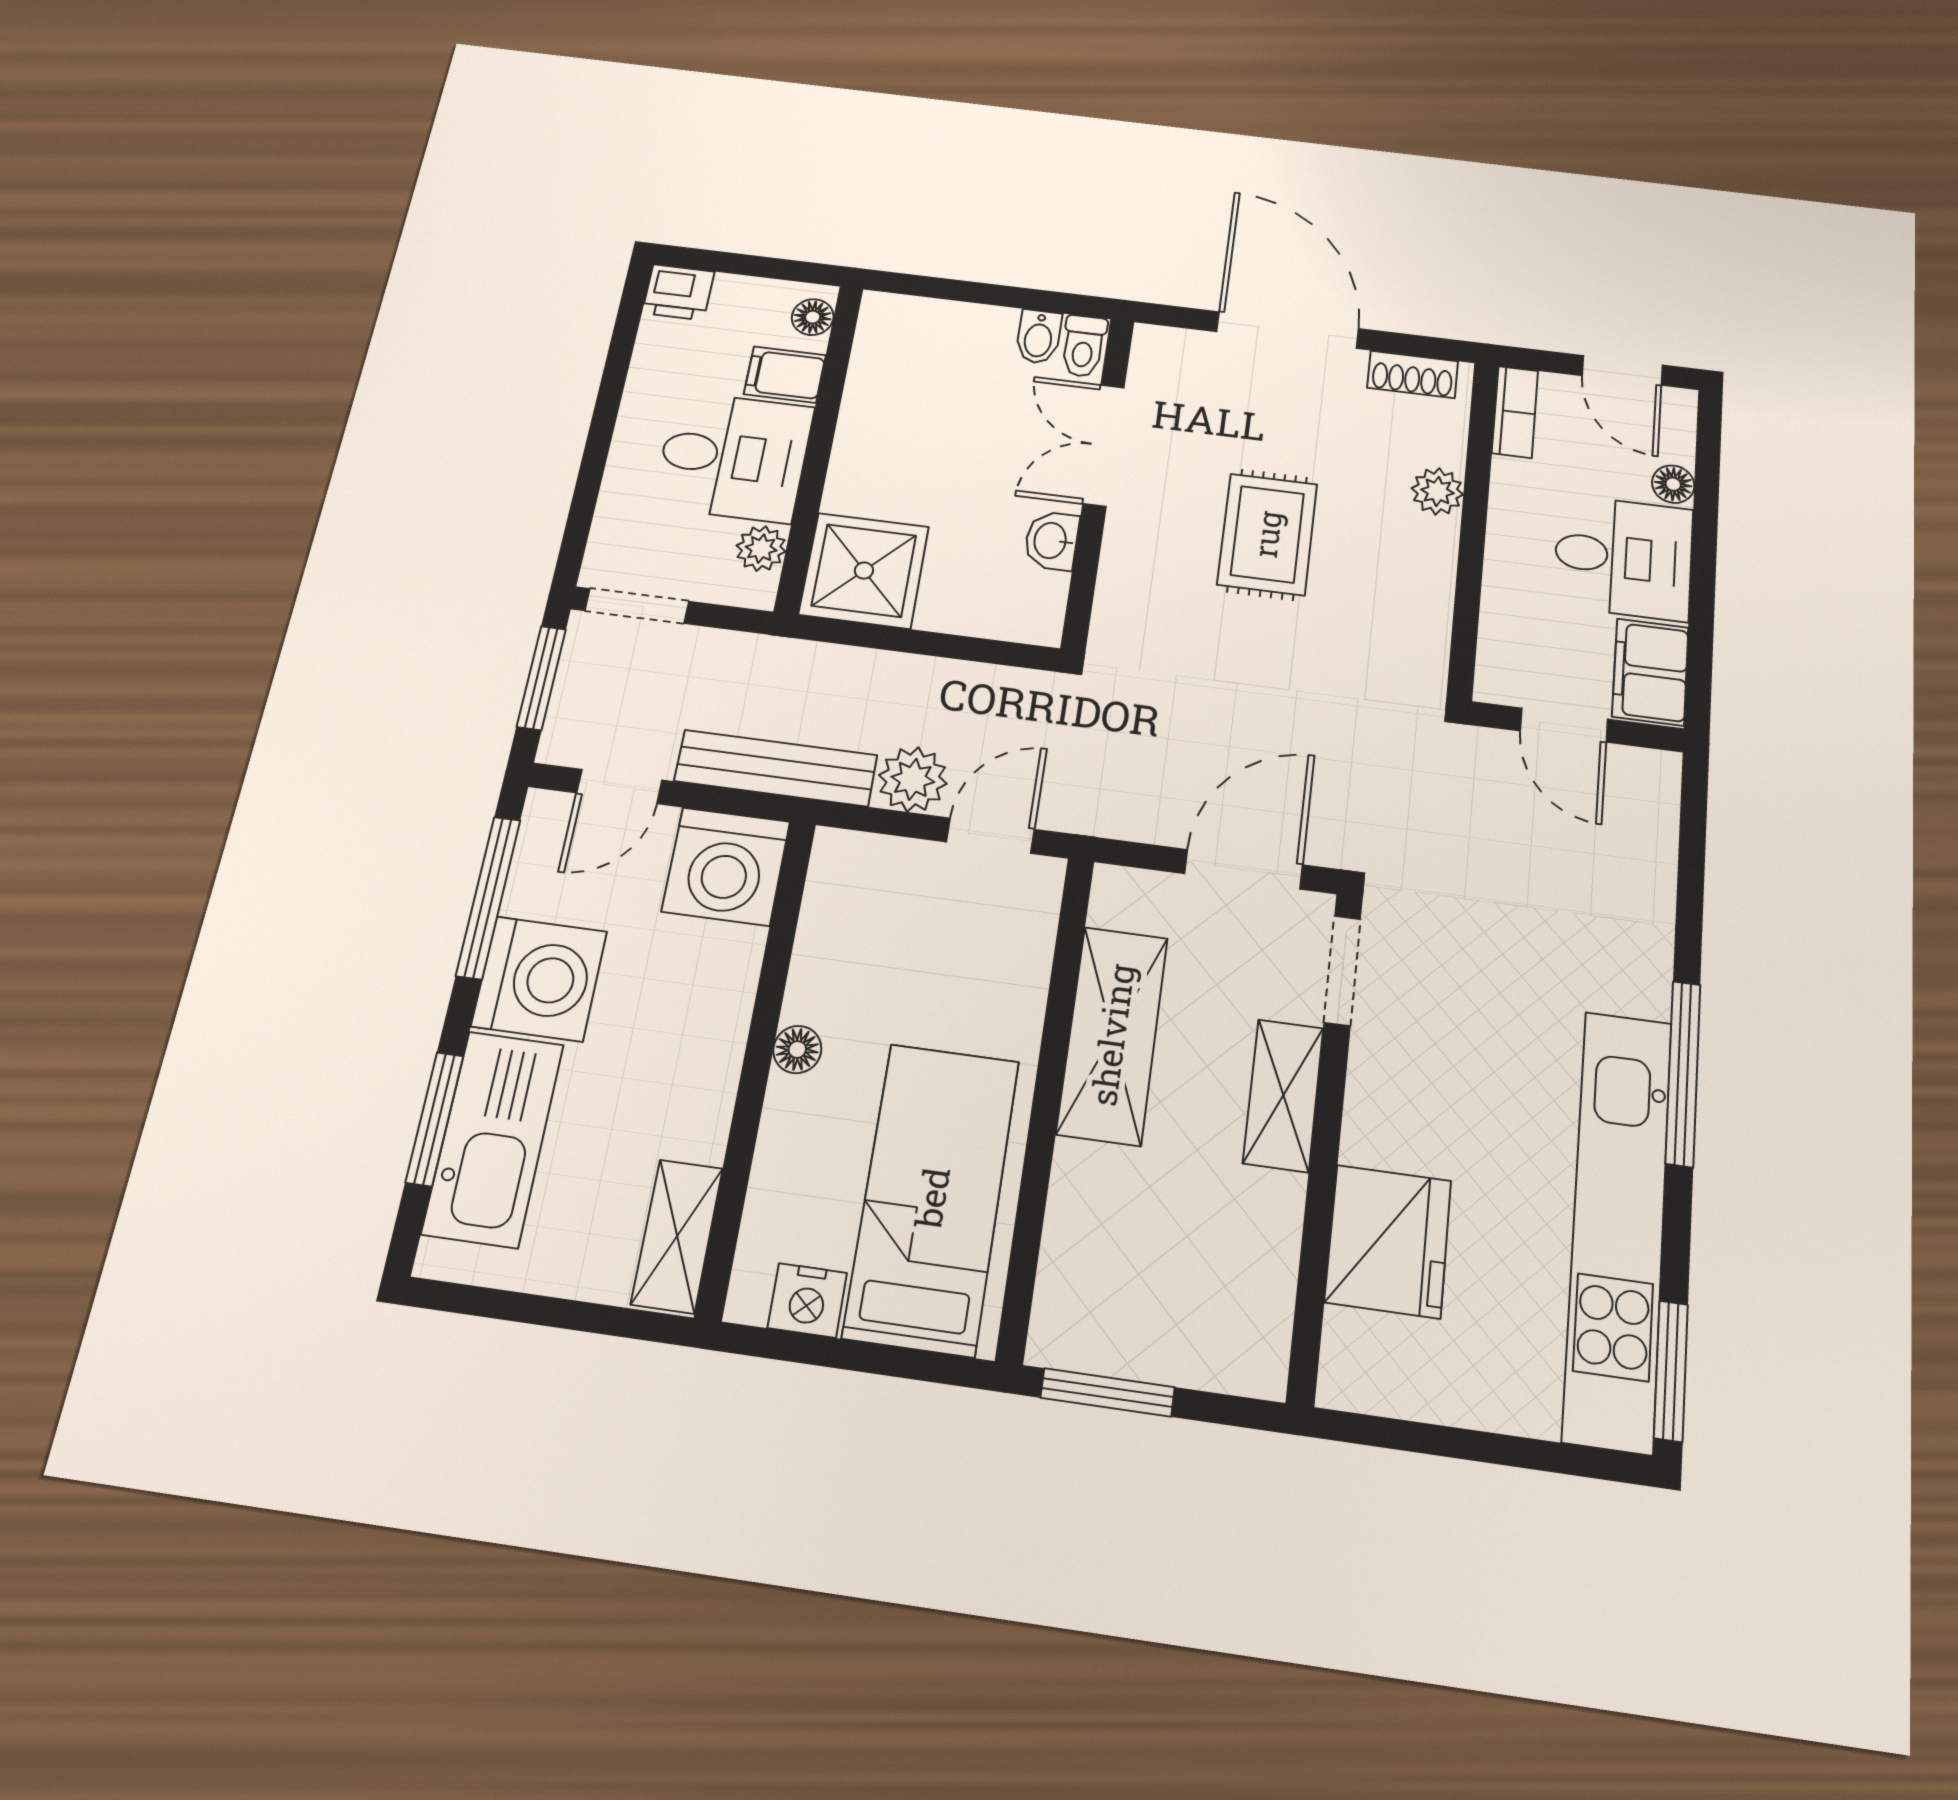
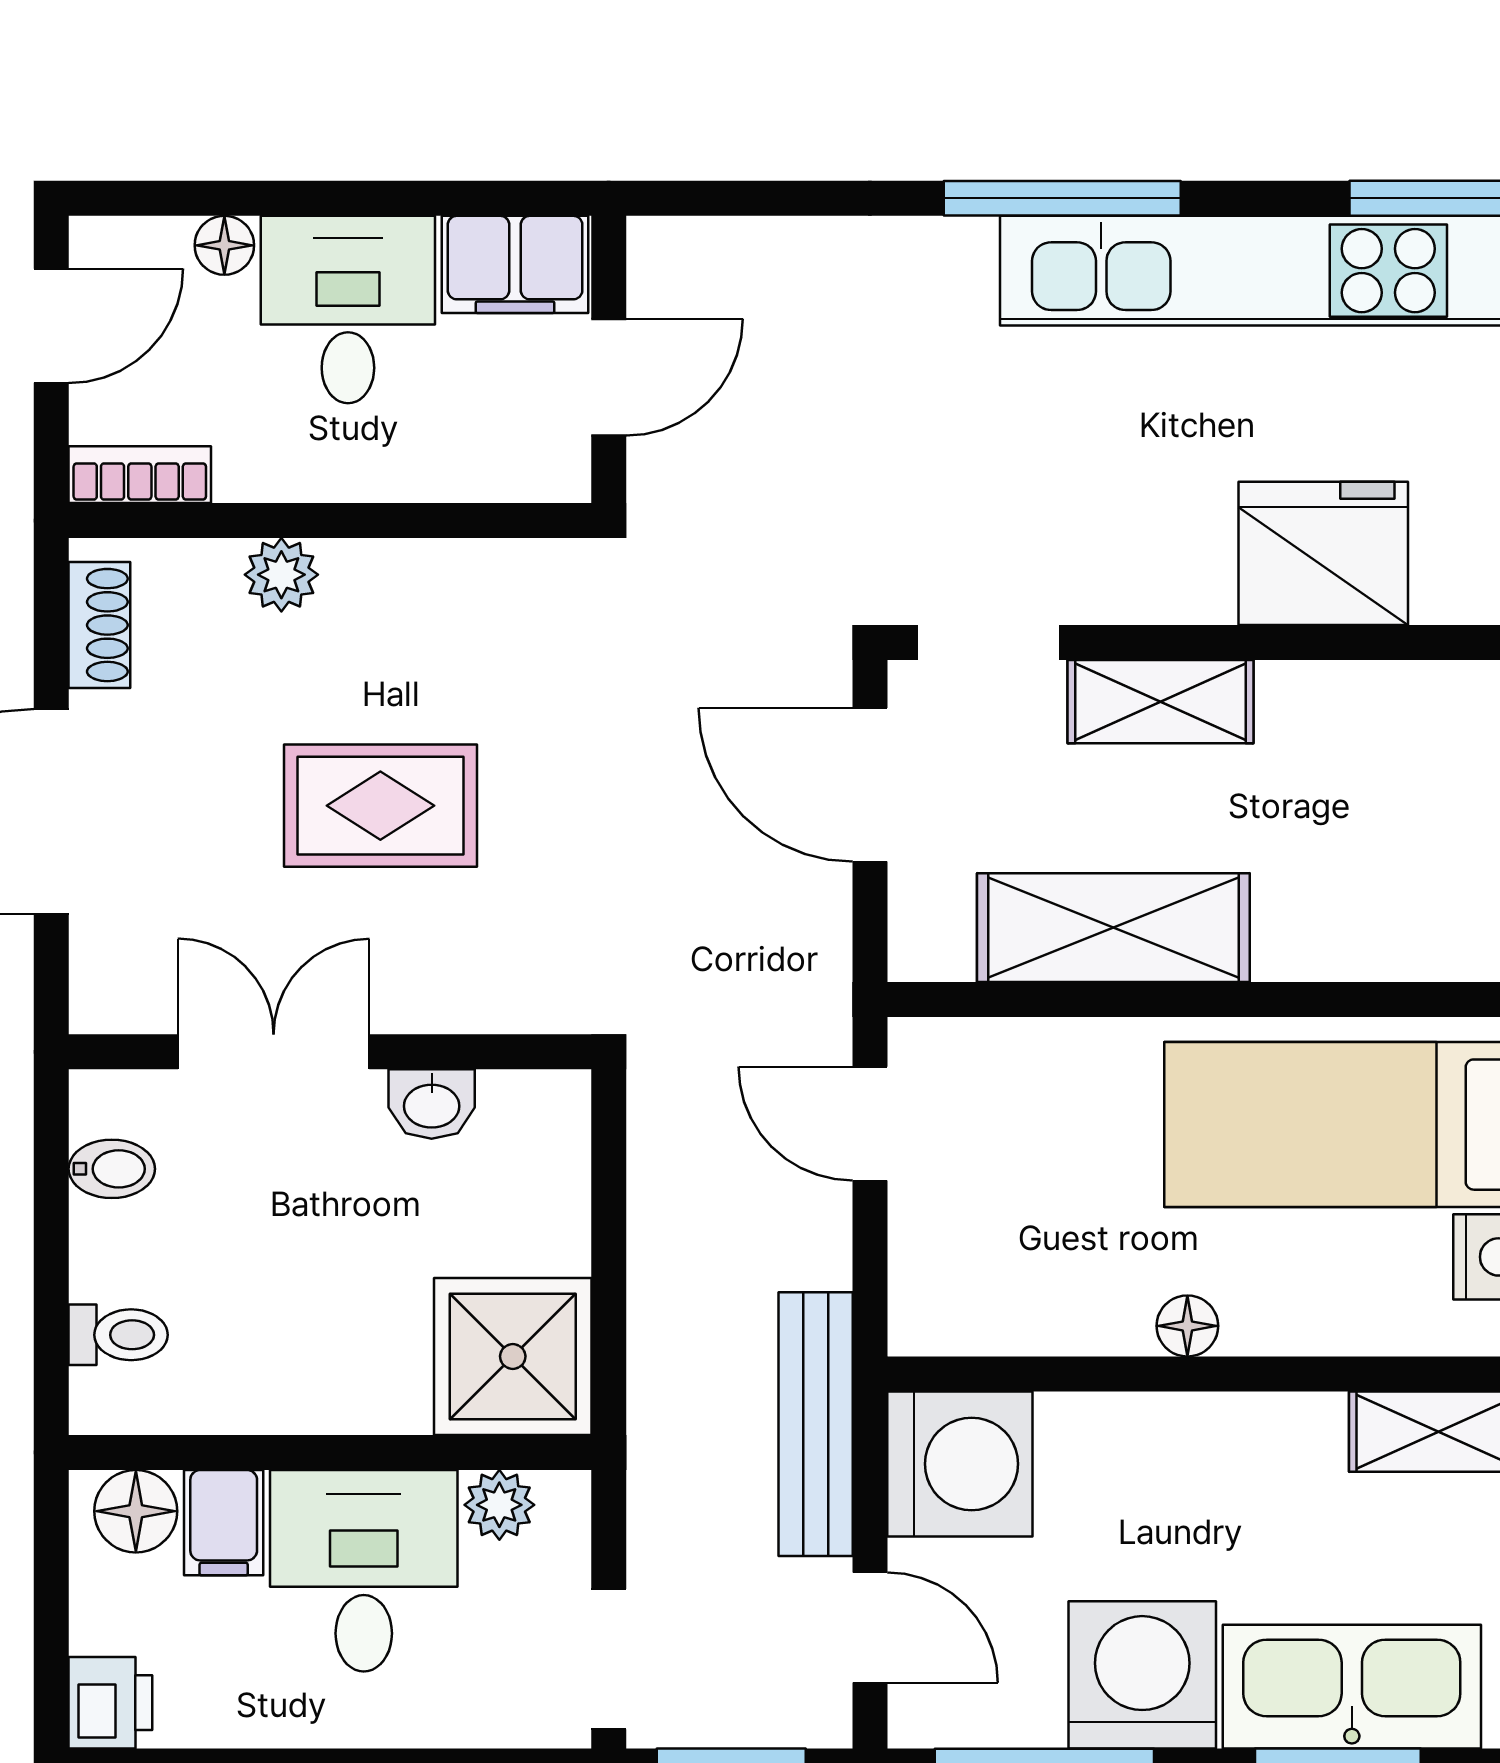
floor lamp: (813, 317) -> (136, 1511), width x1.37, depth x1.37
toilet: (1083, 346) -> (118, 1335), moved
double door: (1104, 445) -> (274, 1052), swing flipped
plant: (913, 779) -> (806, 1239), removed

